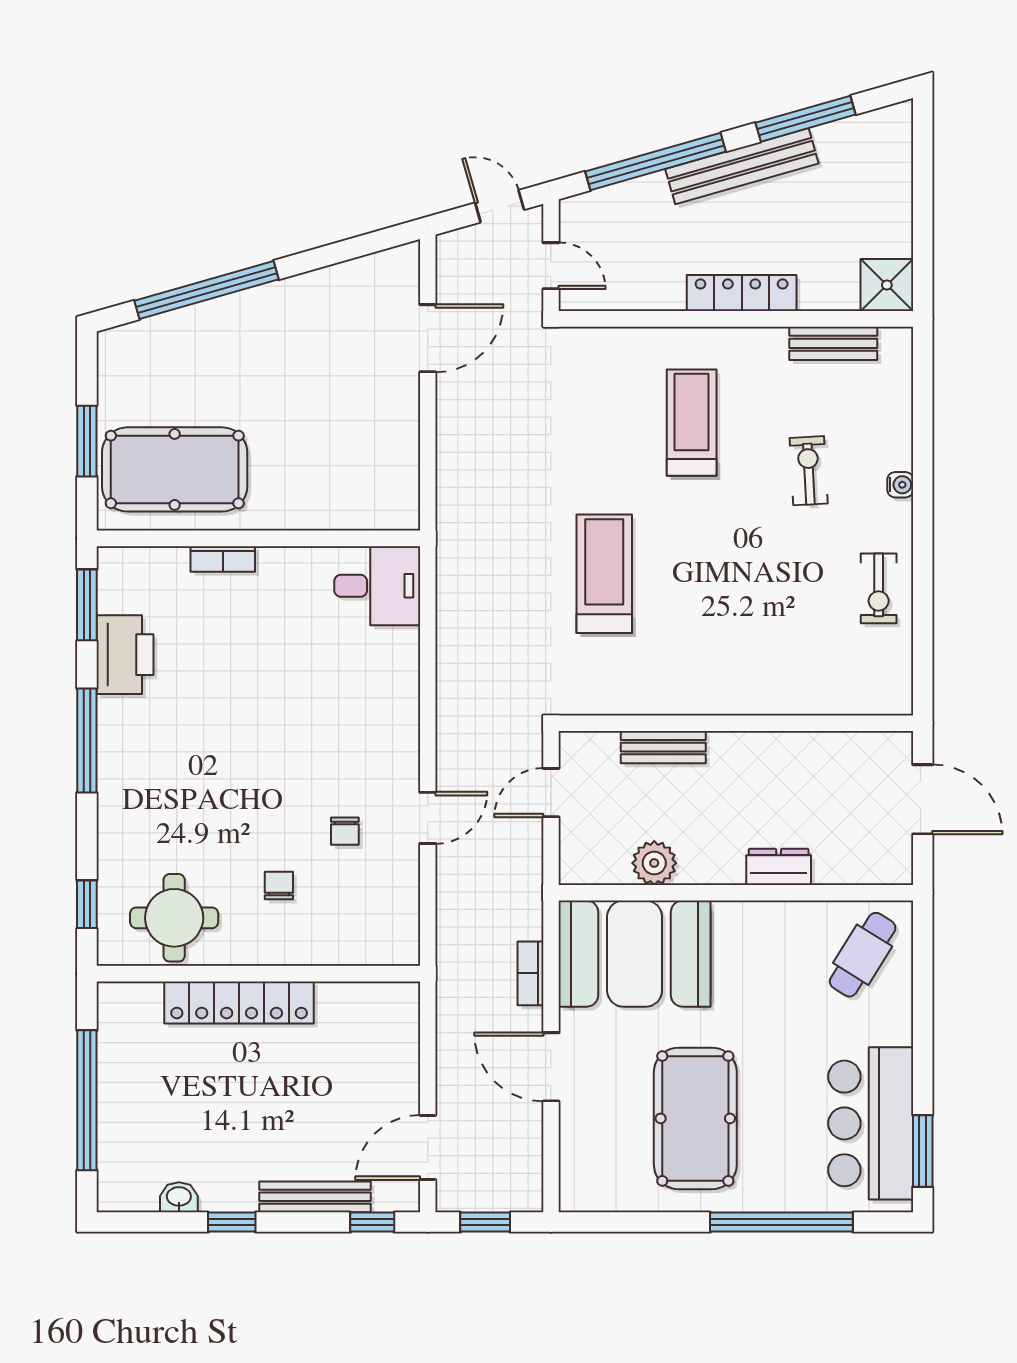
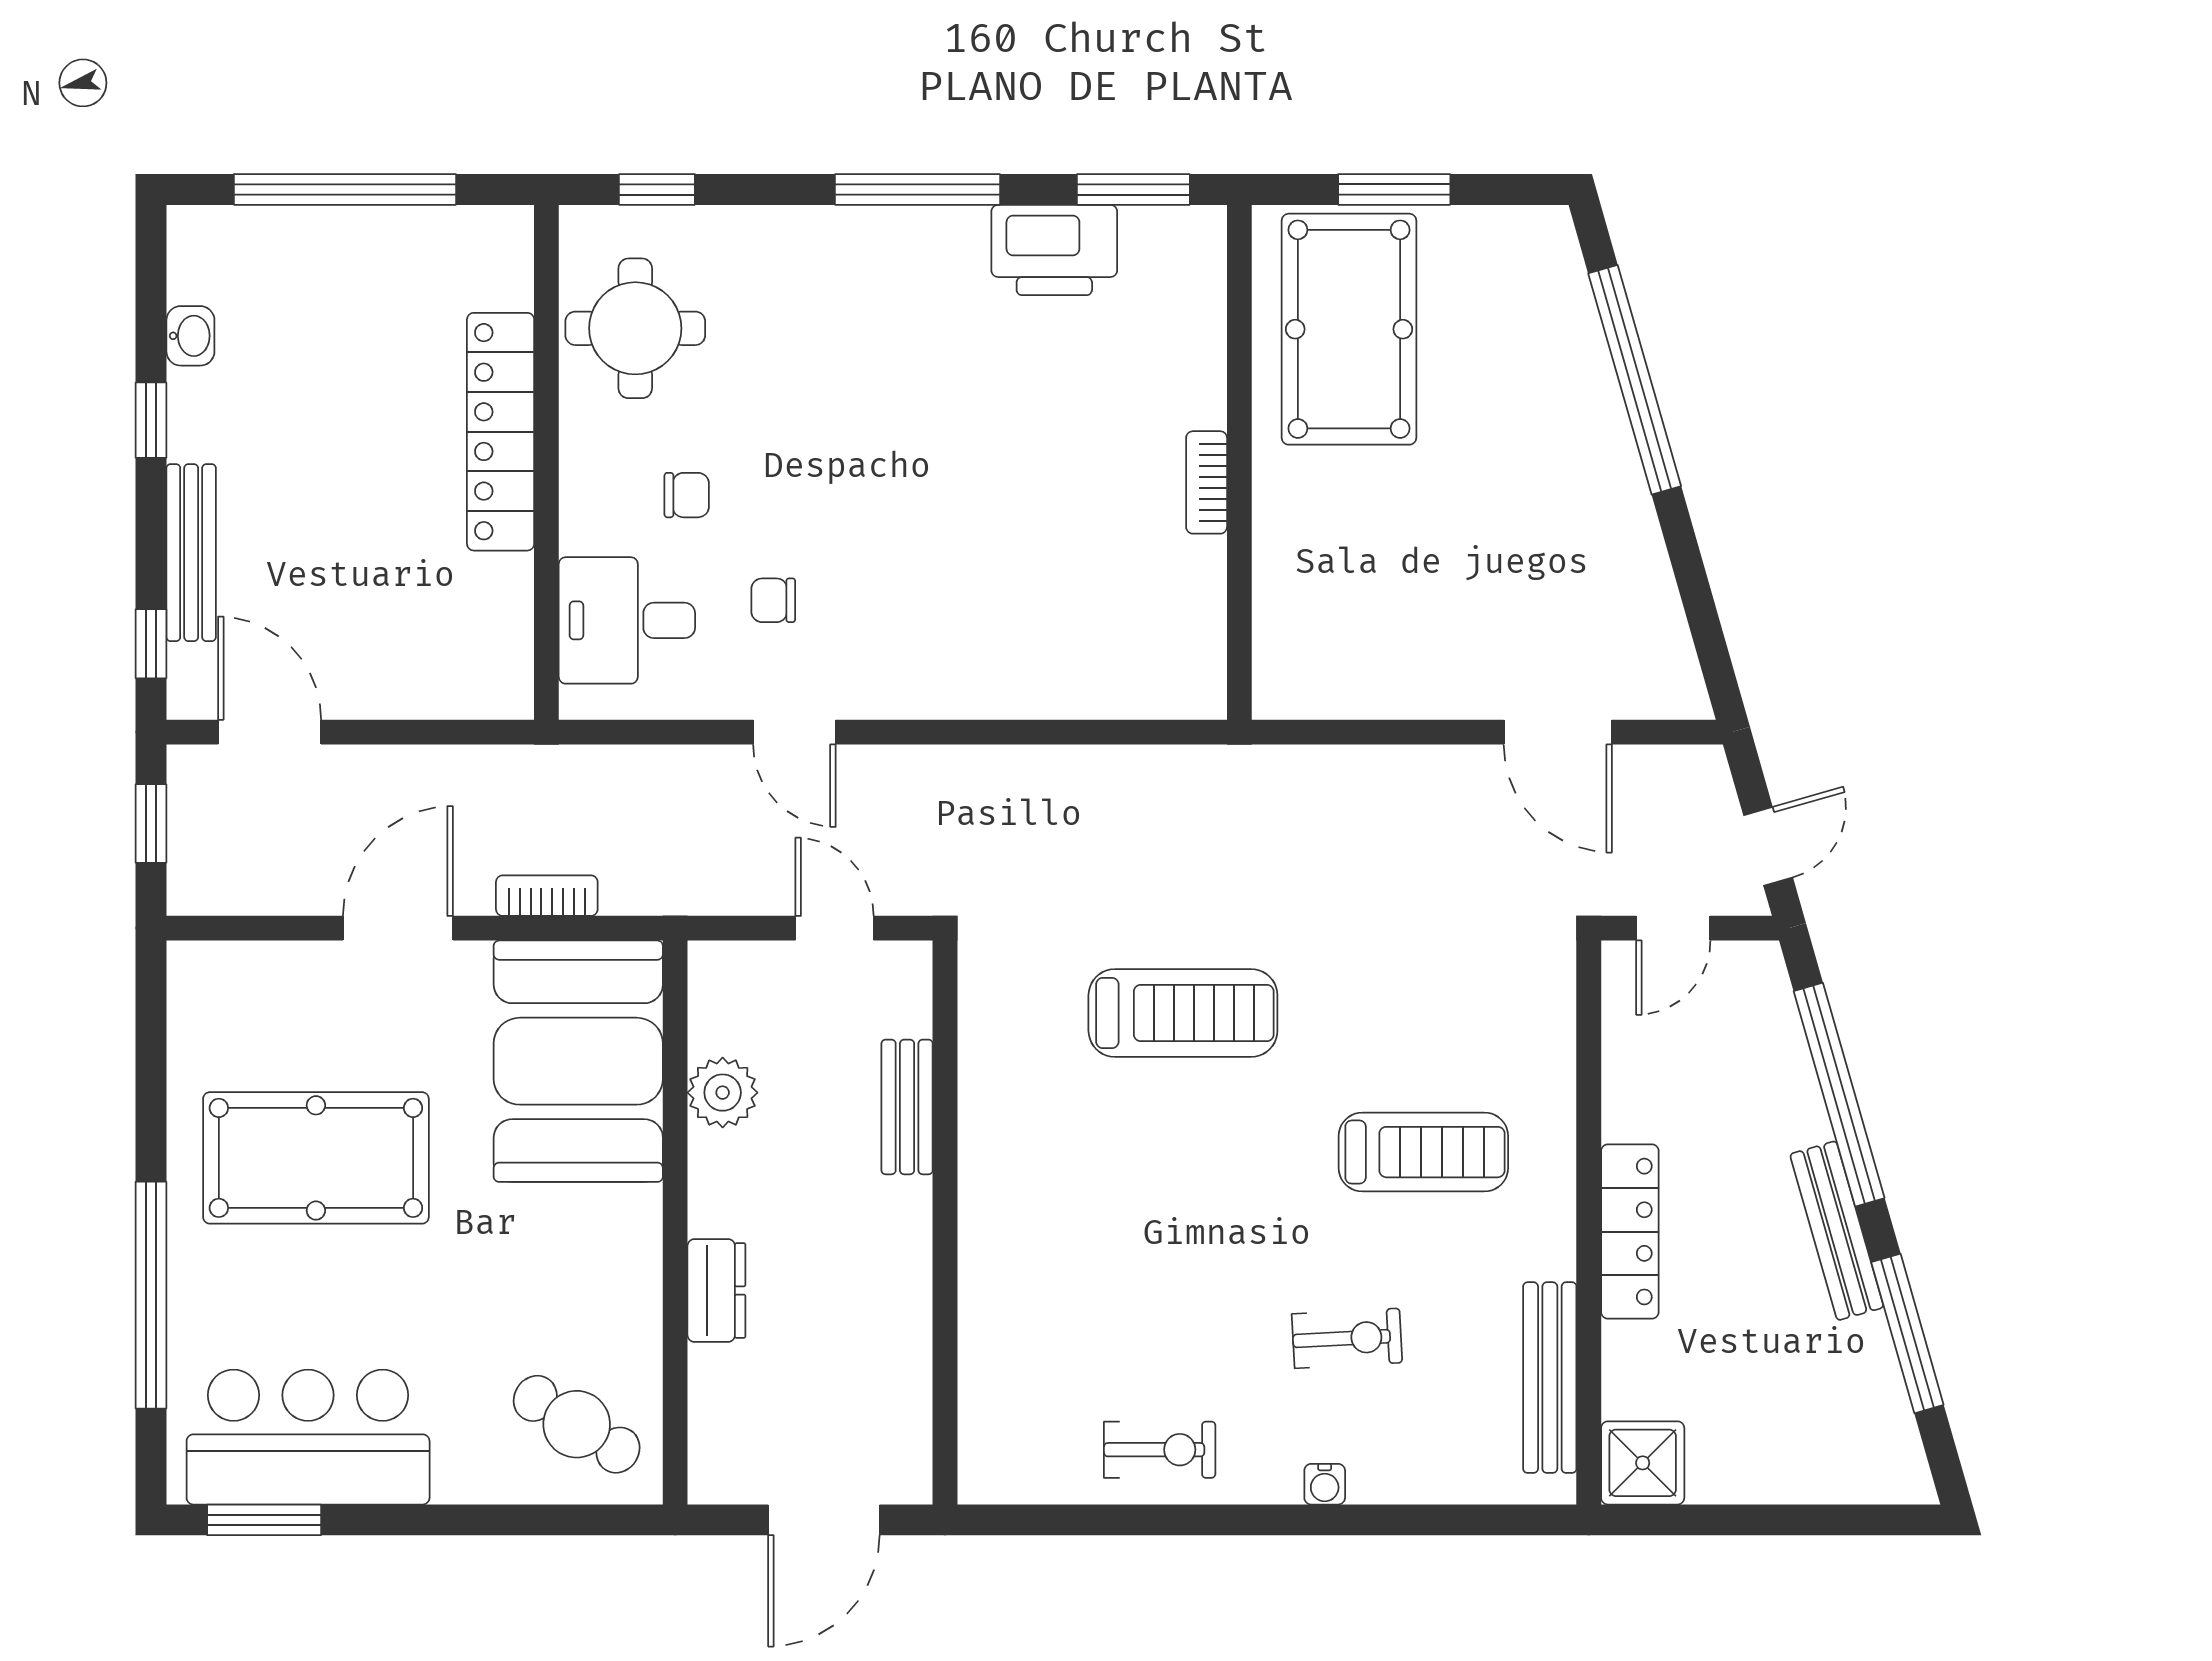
bench: (742, 166) -> (1837, 1231), width x0.73, depth x0.82
bench: (833, 343) -> (1550, 1378), width x1.36
bookcase: (223, 559) -> (1207, 482), moved
desk: (377, 586) -> (627, 620), moved, turned 90
exercise bike: (879, 588) -> (1160, 1450), turned 180

